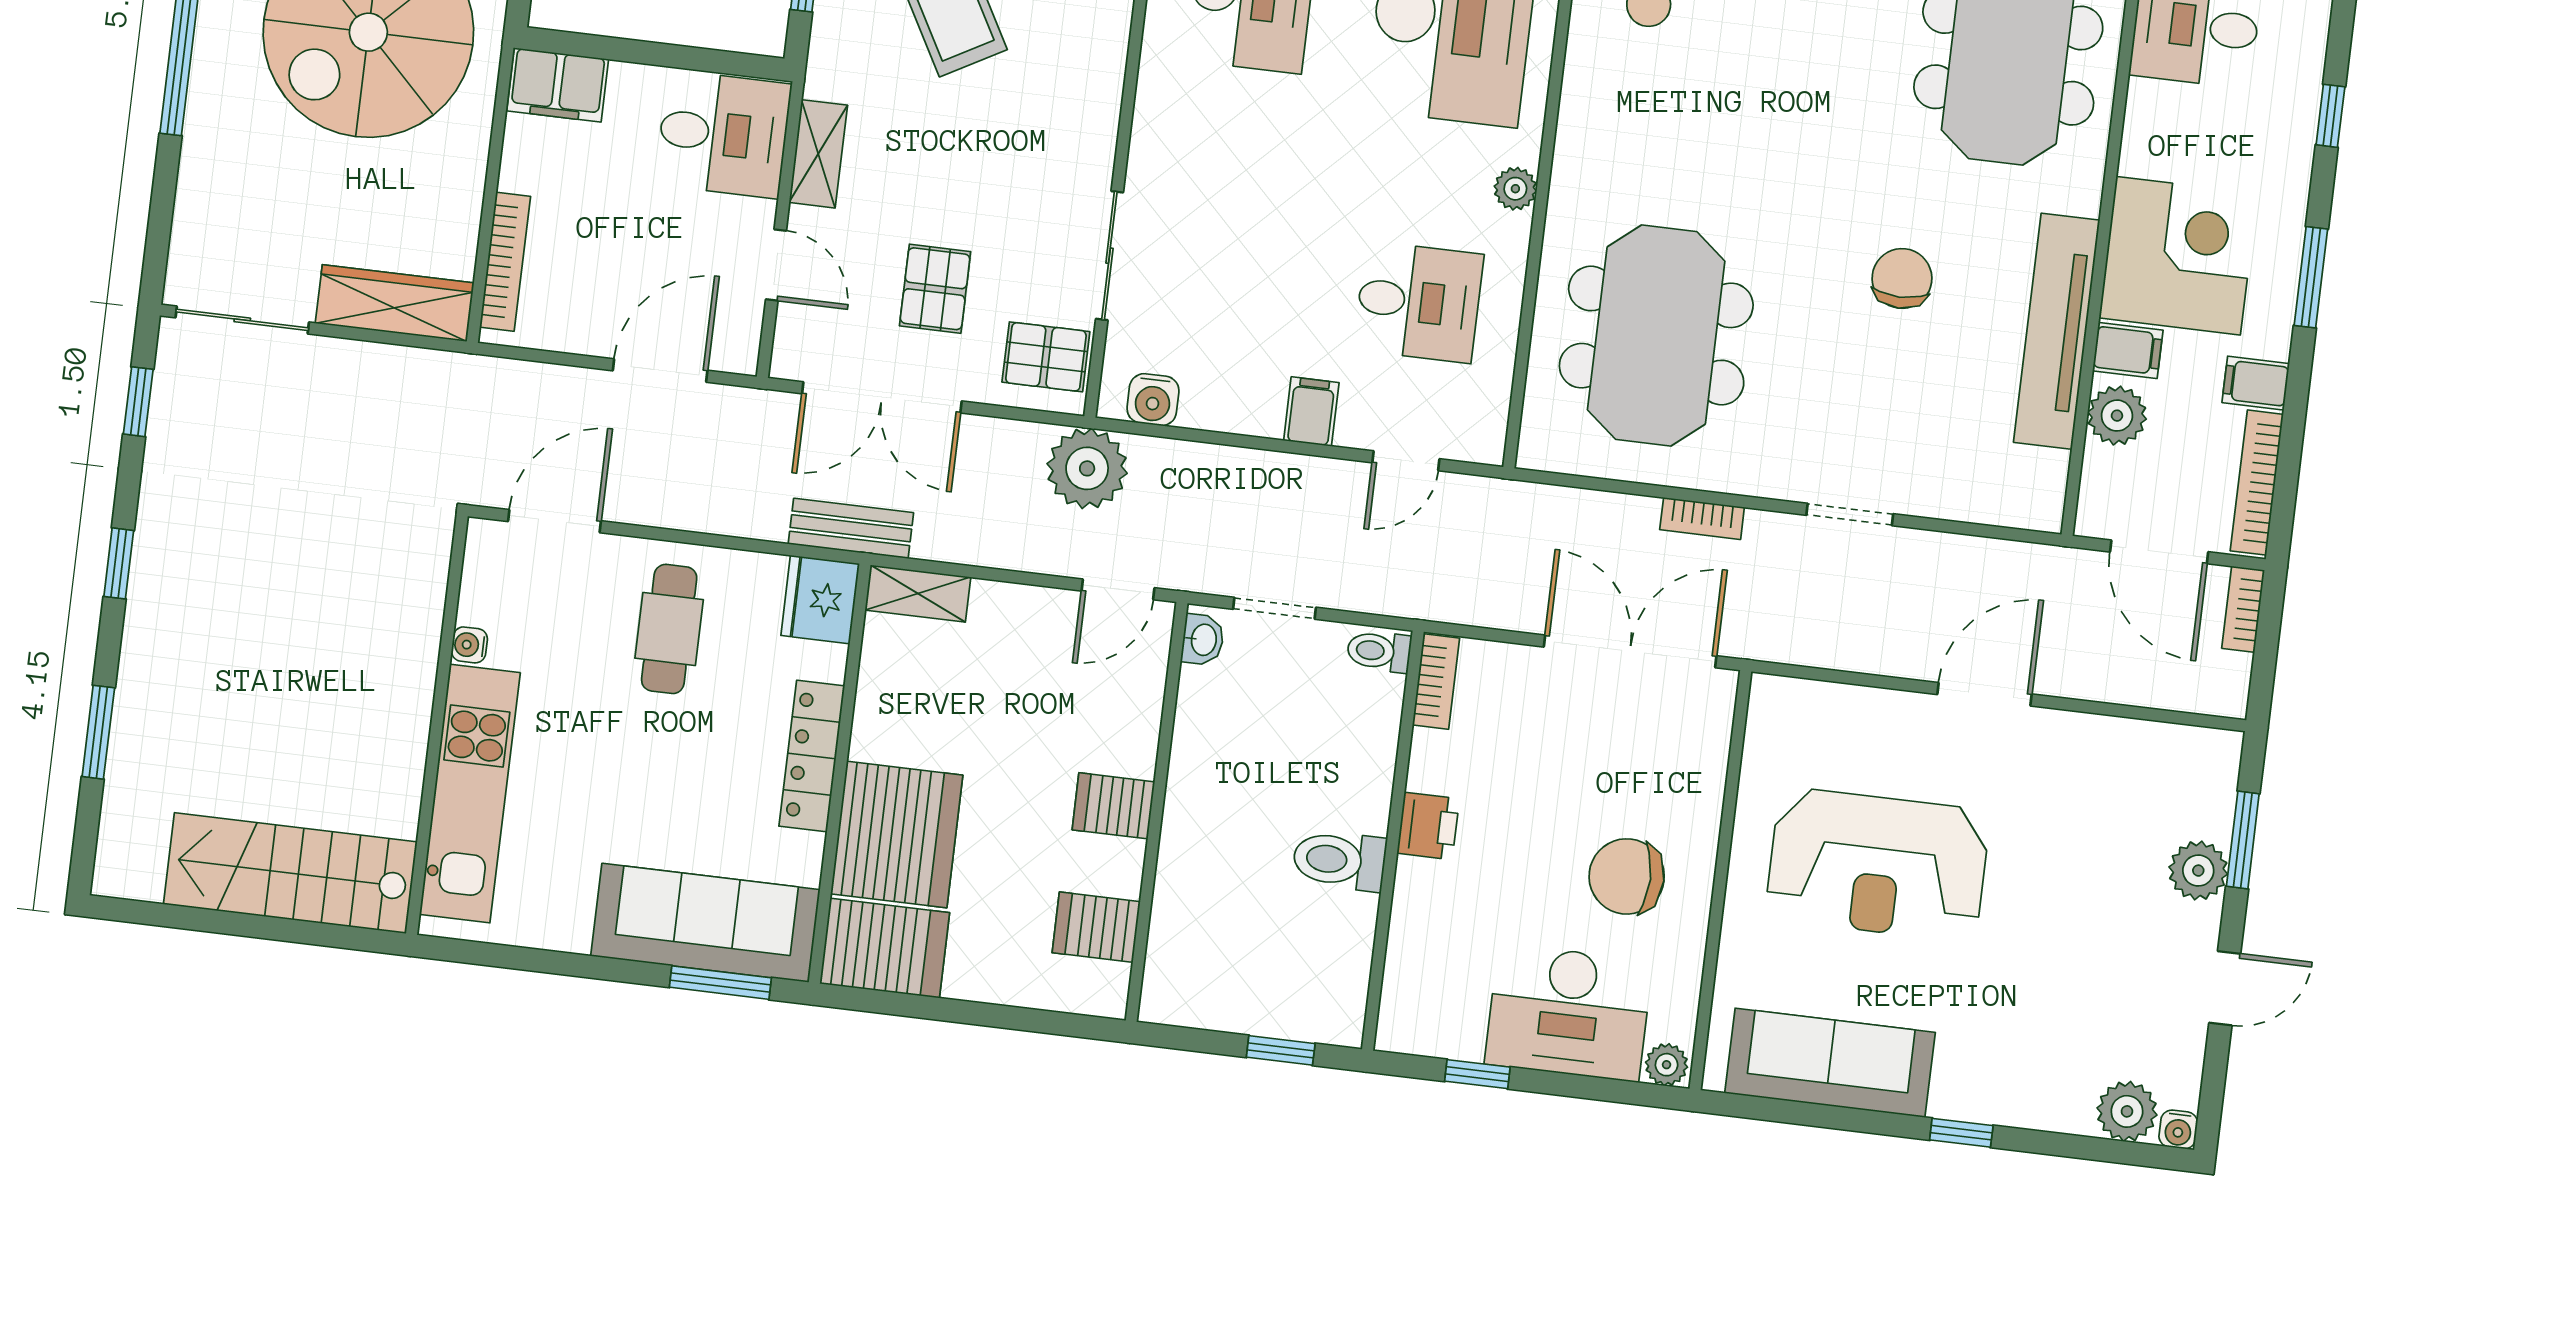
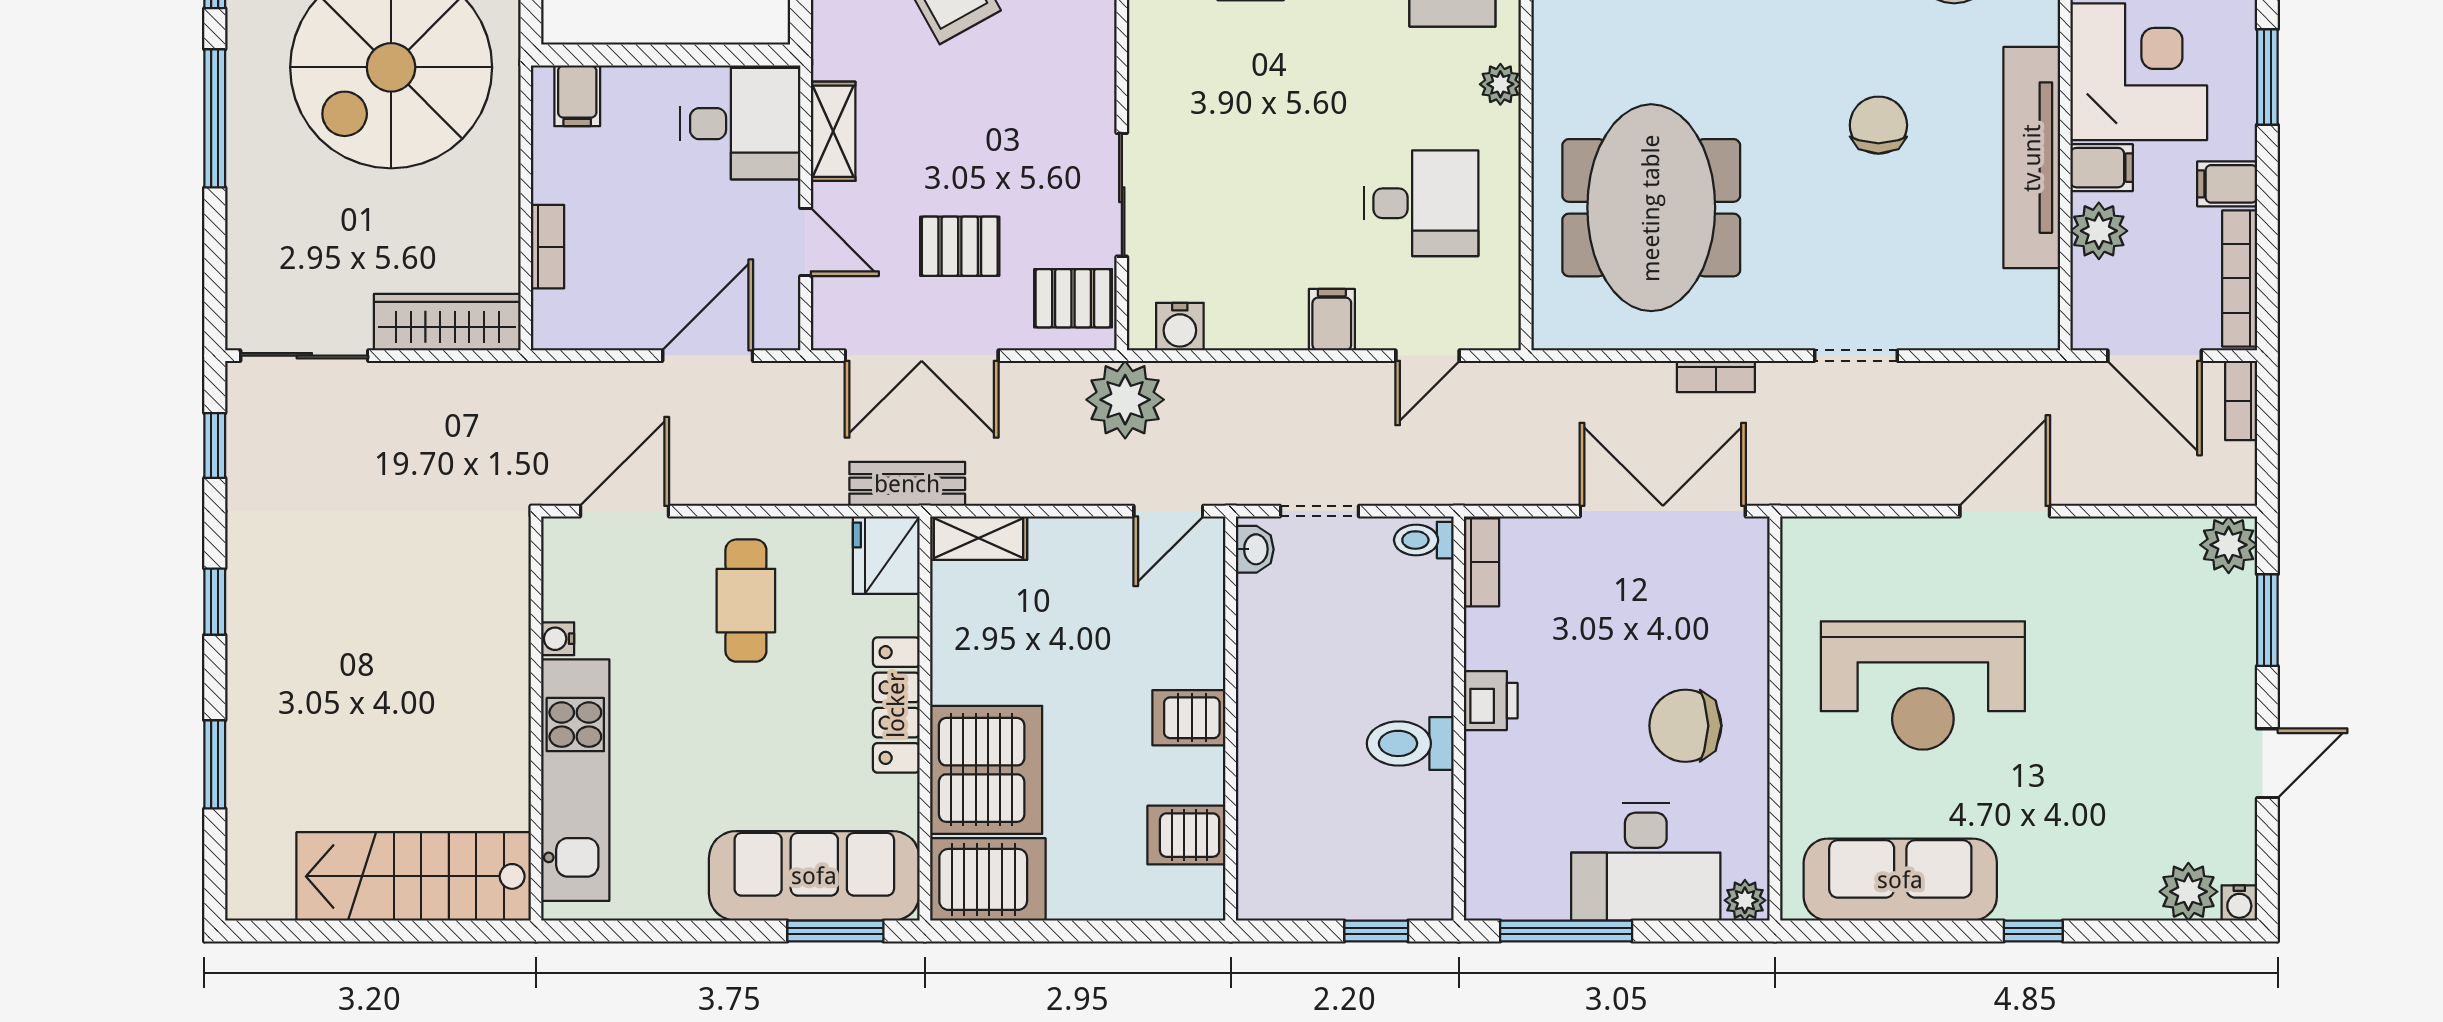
filing cabinet: (558, 85) -> (577, 96), width x0.50
bookcase: (505, 262) -> (548, 247), width x0.64
pallet: (935, 289) -> (960, 246), turned 90
plant: (2198, 871) -> (2229, 545), moved
window: (1477, 1074) -> (1566, 931), width x2.17

